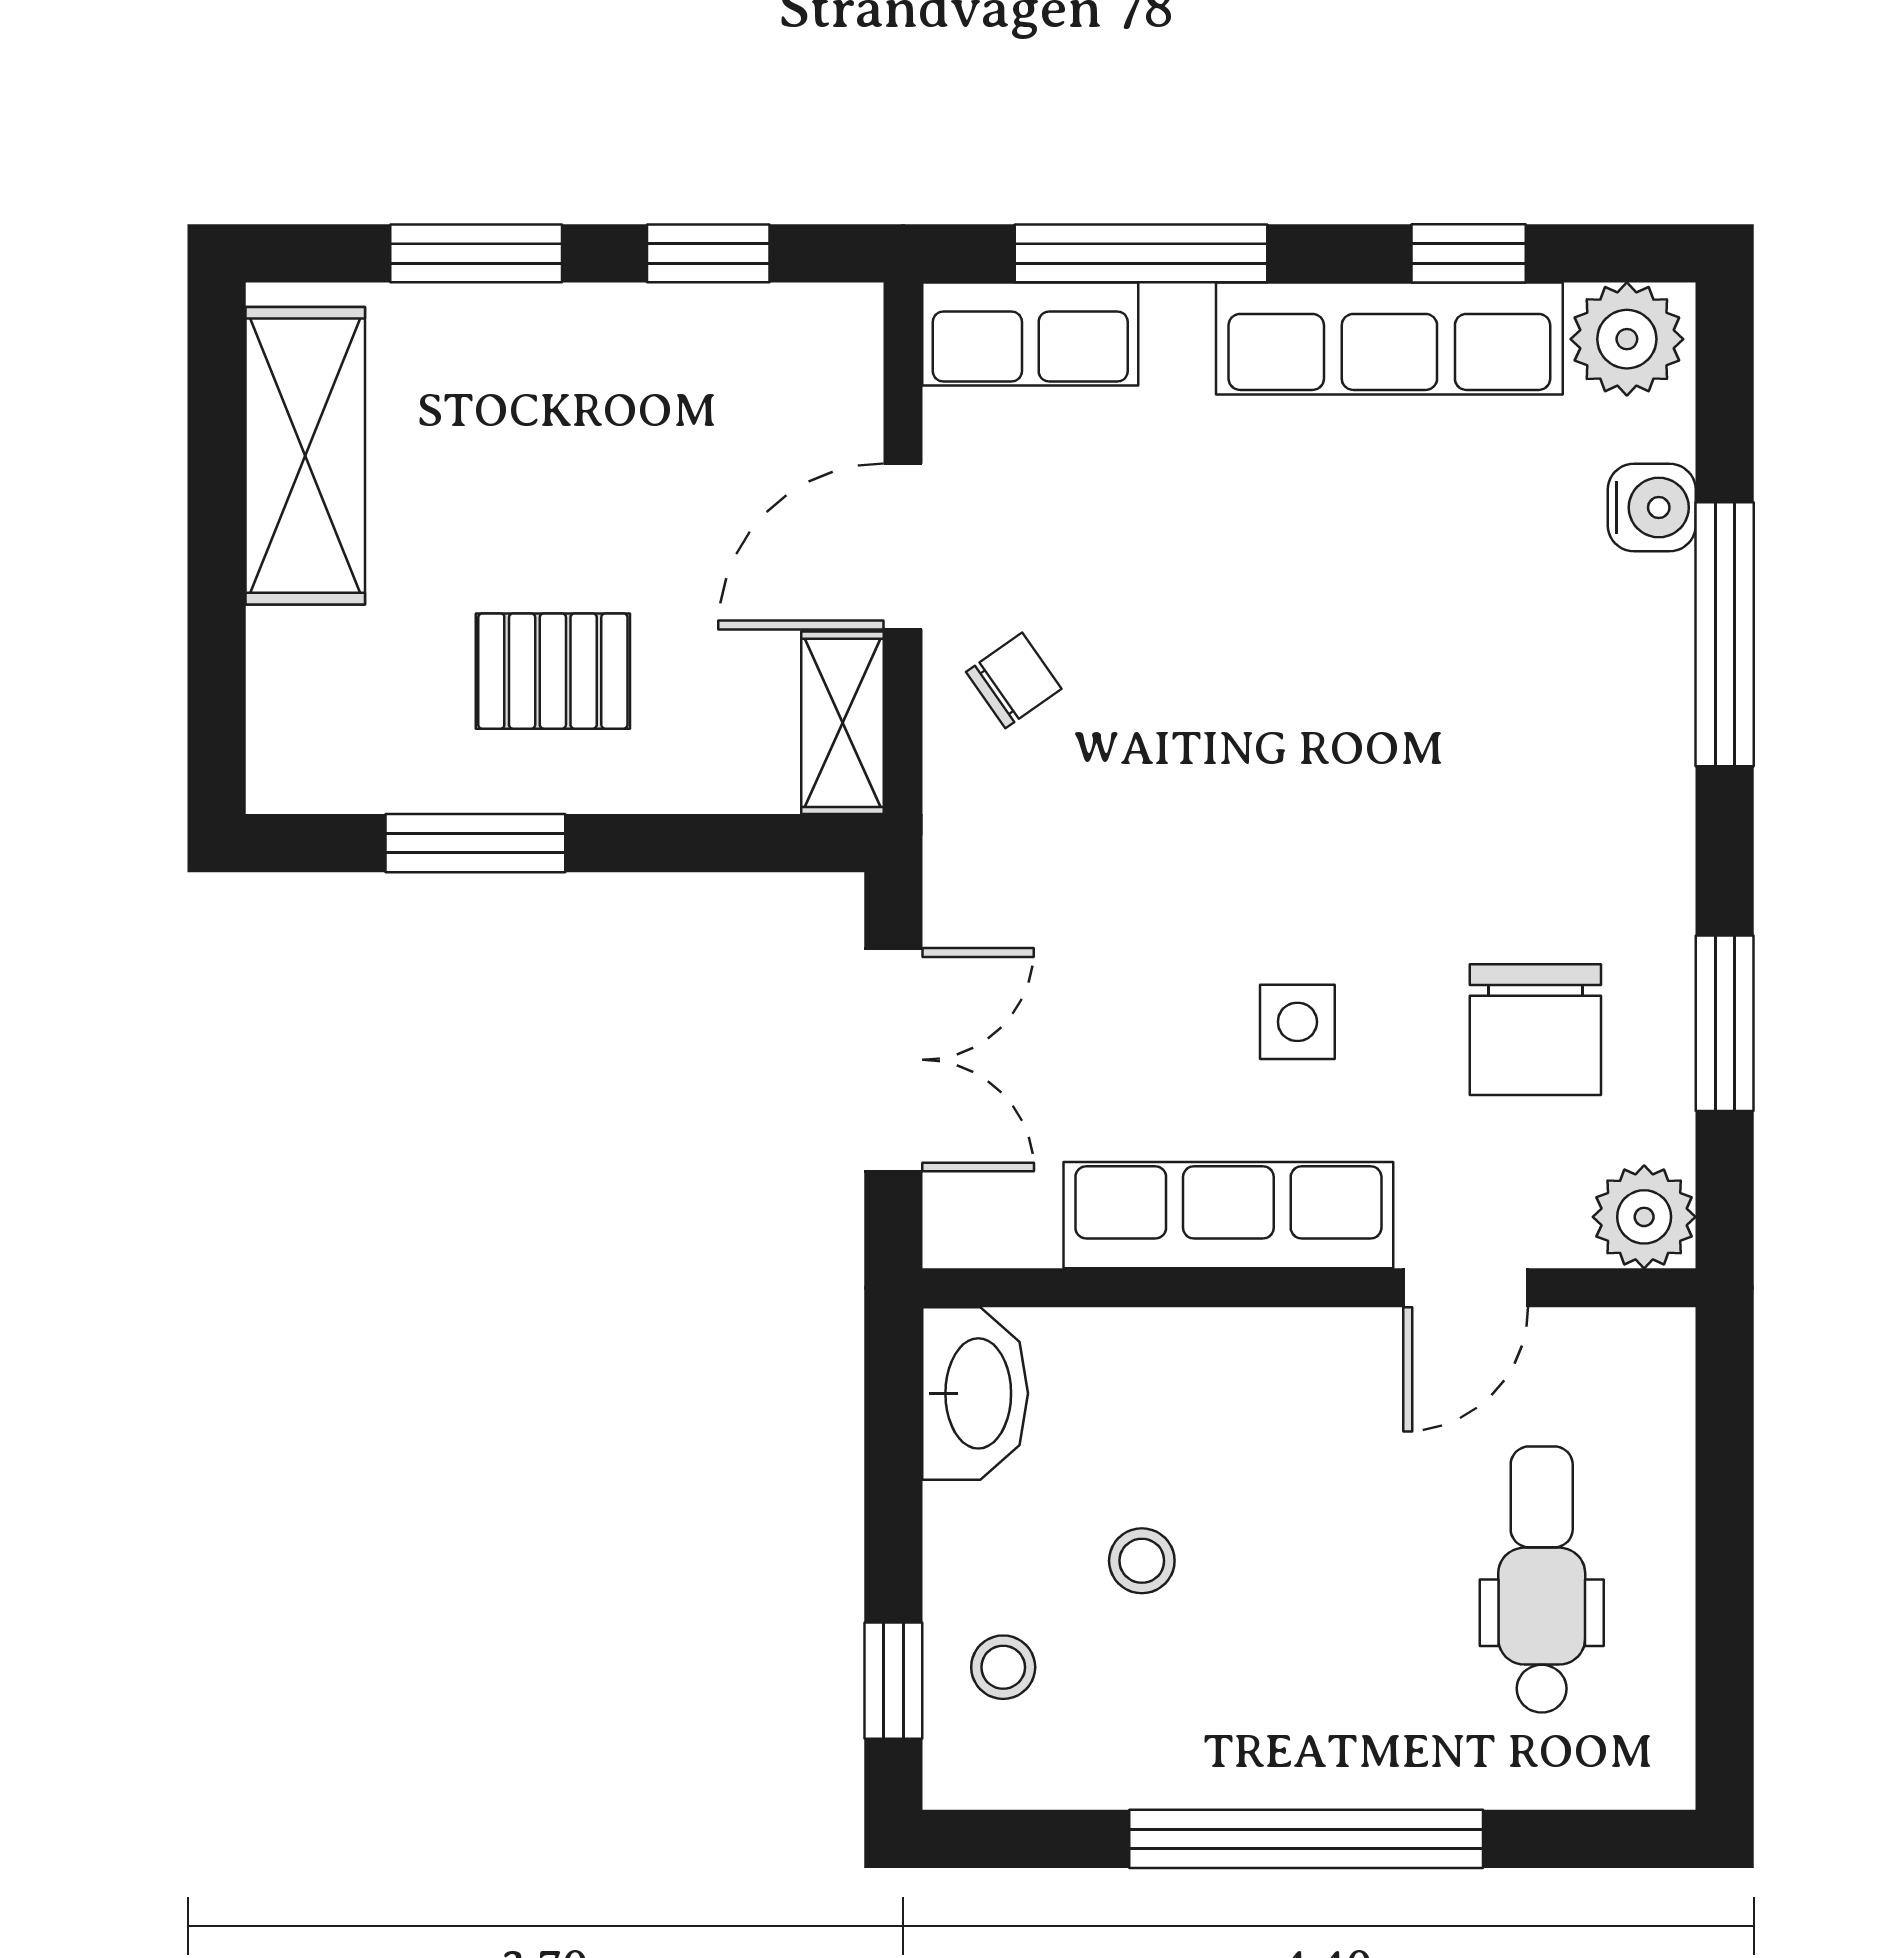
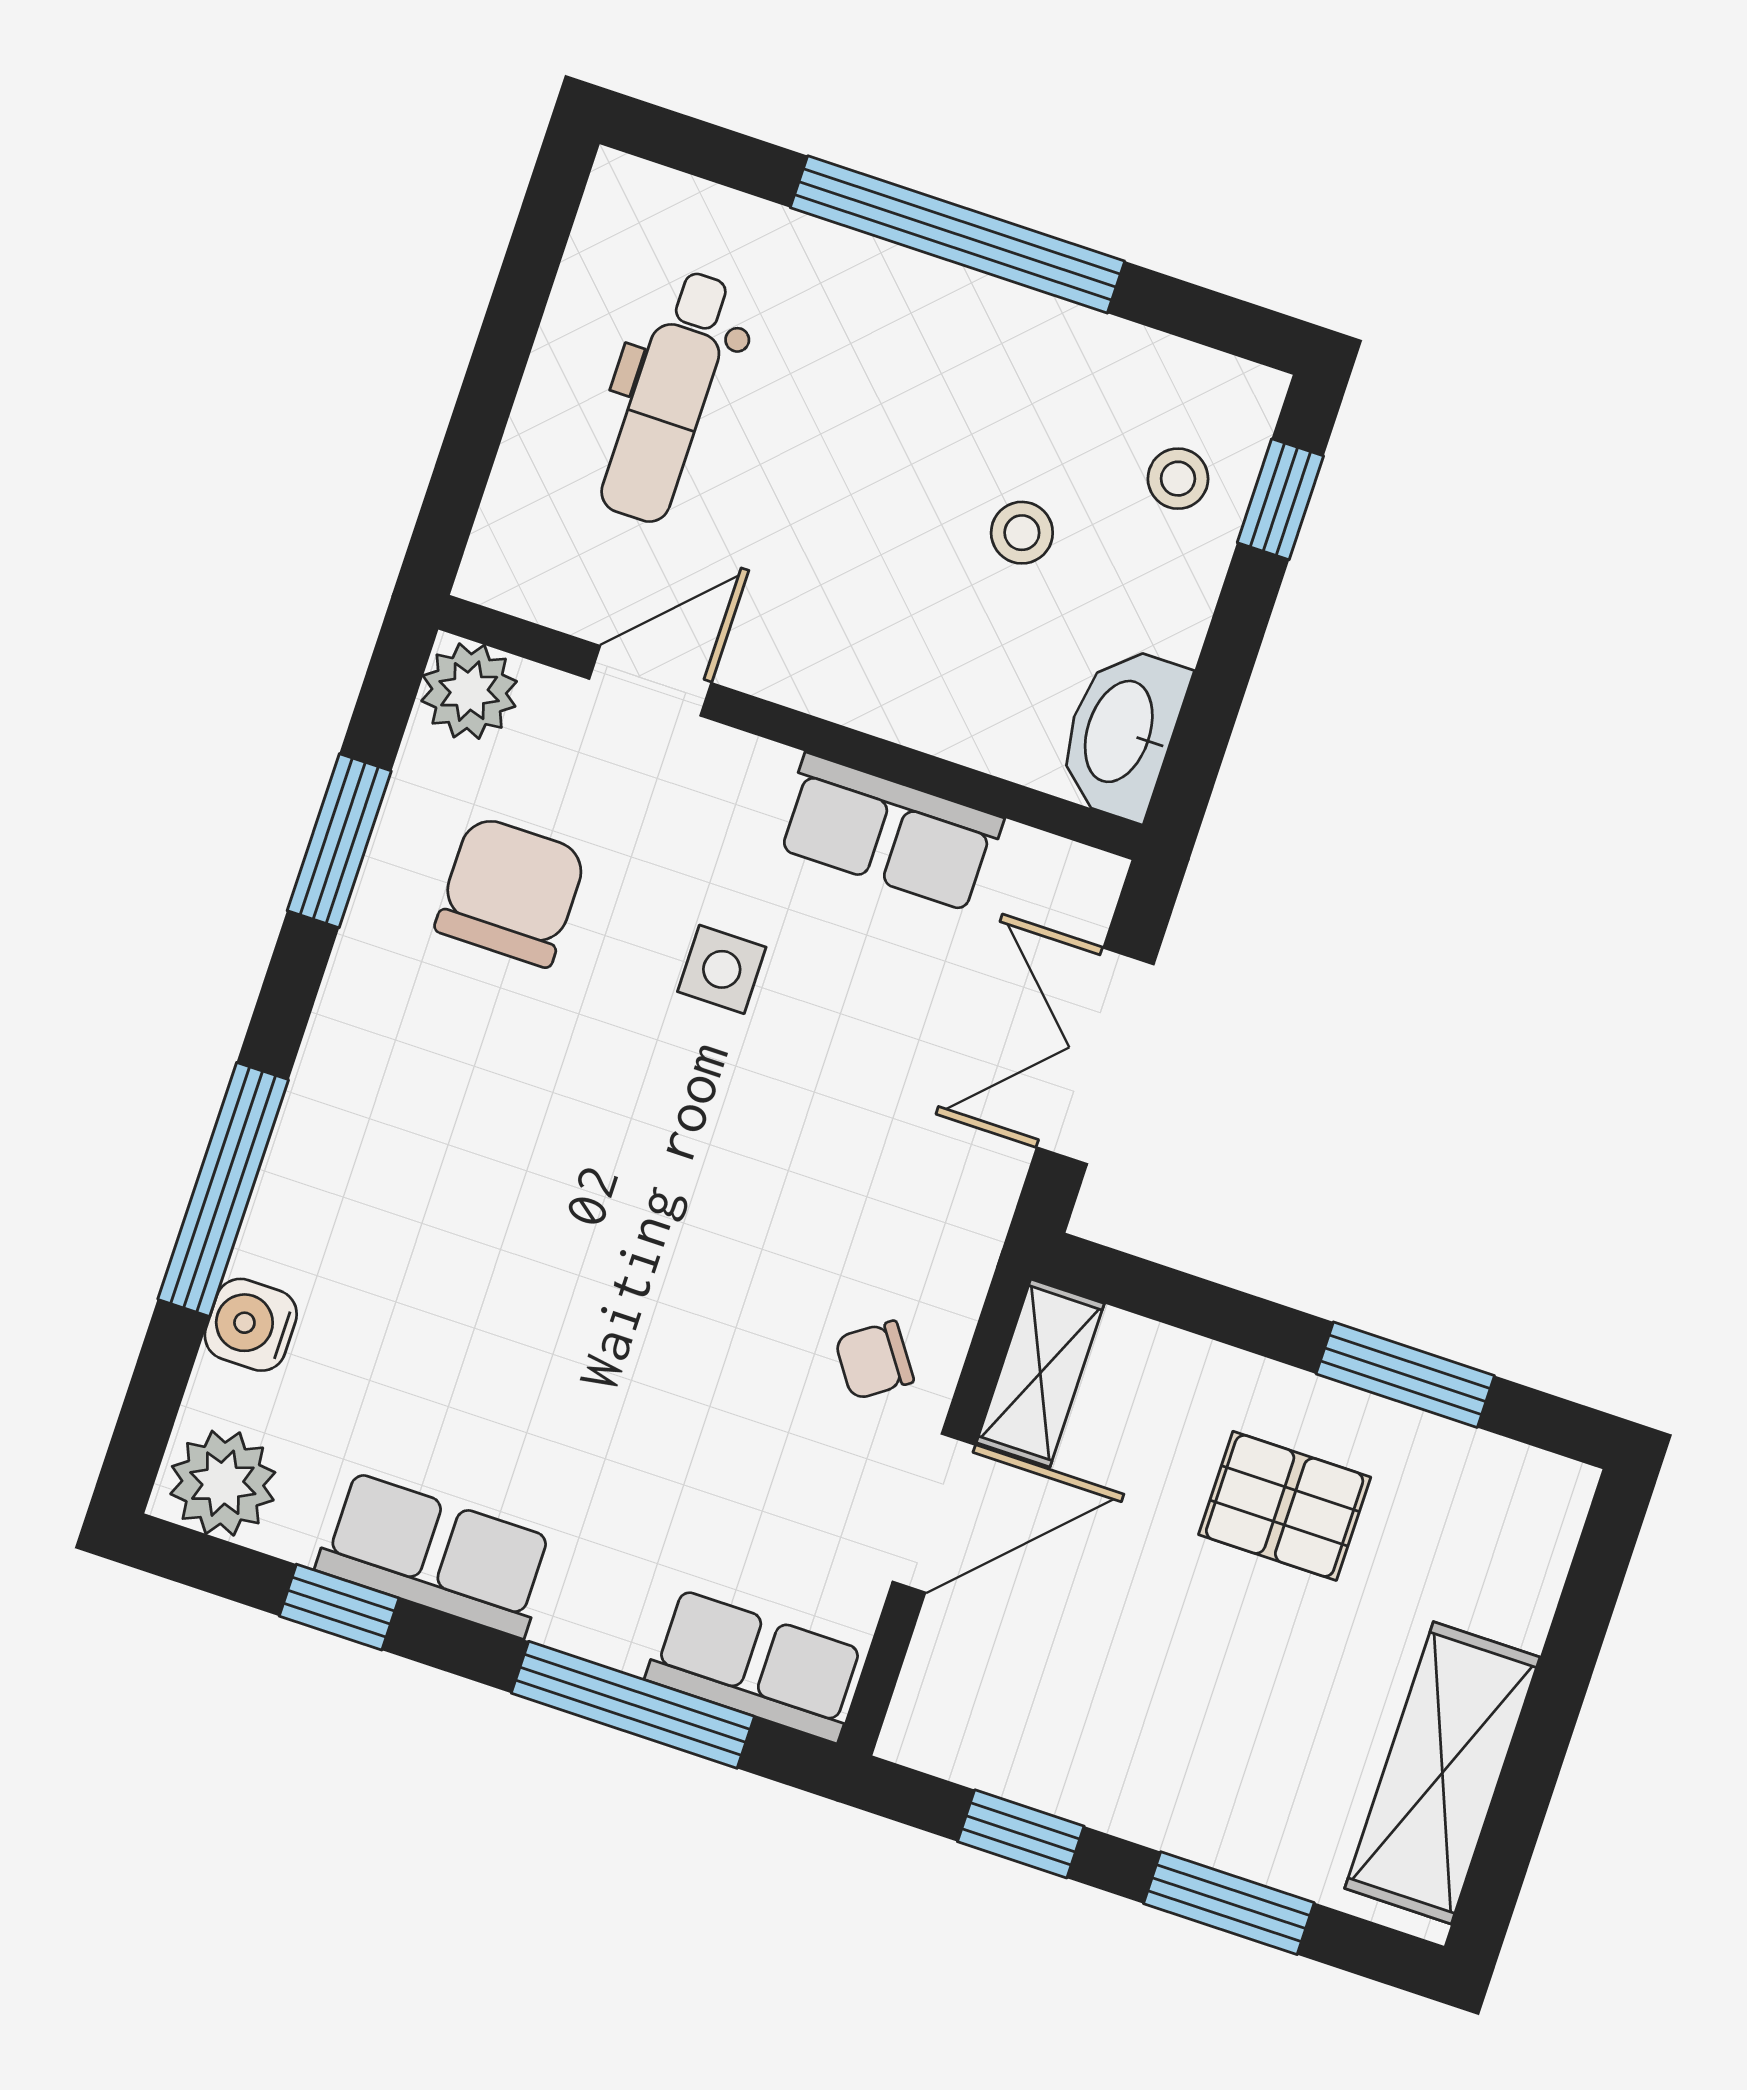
row of seats: (1389, 339) -> (436, 1555), width x0.68
row of seats: (1228, 1215) -> (889, 833), width x0.68

